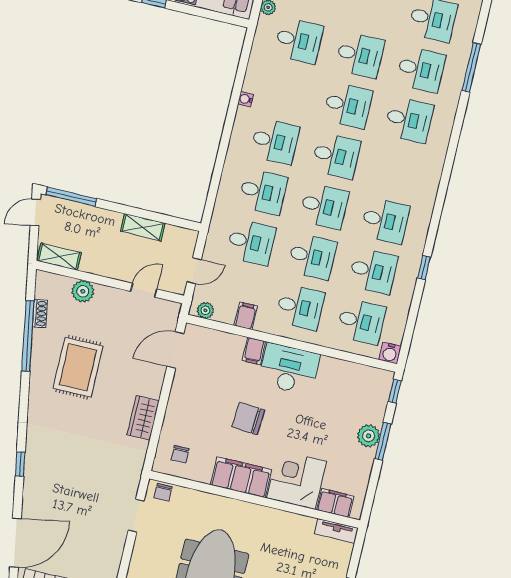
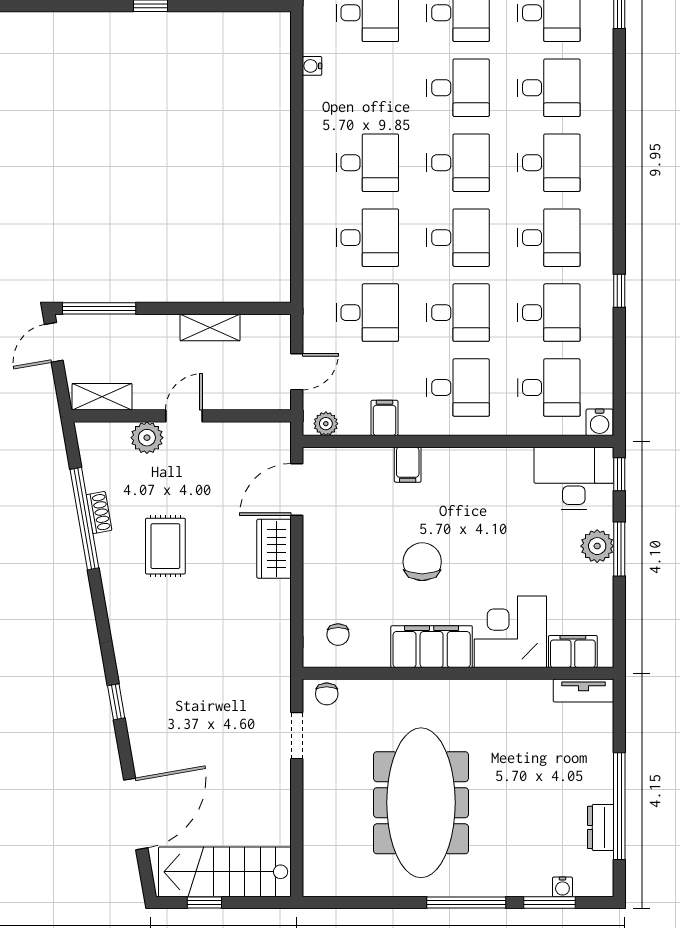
water cooler: (246, 99) -> (312, 66), moved
desk: (397, 170) -> (549, 163), added
door: (144, 290) -> (184, 416), moved
shoe rack: (40, 314) -> (99, 512), moved
rug: (78, 367) -> (165, 546), width x0.73, depth x0.70
desk: (289, 369) -> (574, 478), moved
wardrobe: (143, 418) -> (274, 549), moved
chair: (248, 419) -> (422, 562), turned 86

